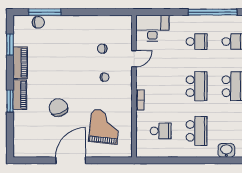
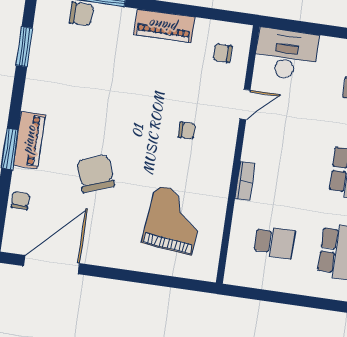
chair: (102, 49) -> (223, 53), moved
piano: (20, 63) -> (164, 26), moved, turned 90
chair: (20, 128) -> (20, 201), added
door: (71, 160) -> (52, 265), moved

